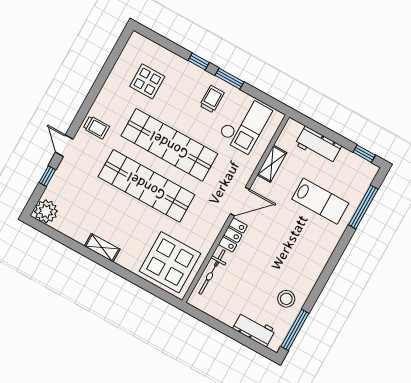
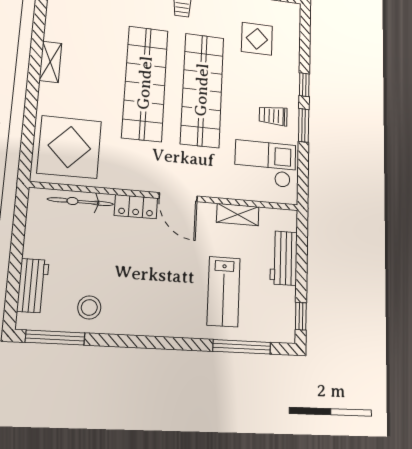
trolley: (212, 99) -> (273, 116), turned 180
checkout: (245, 124) -> (265, 164), turned 180

